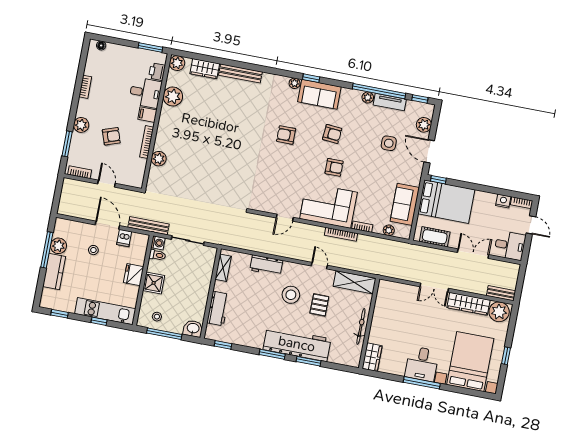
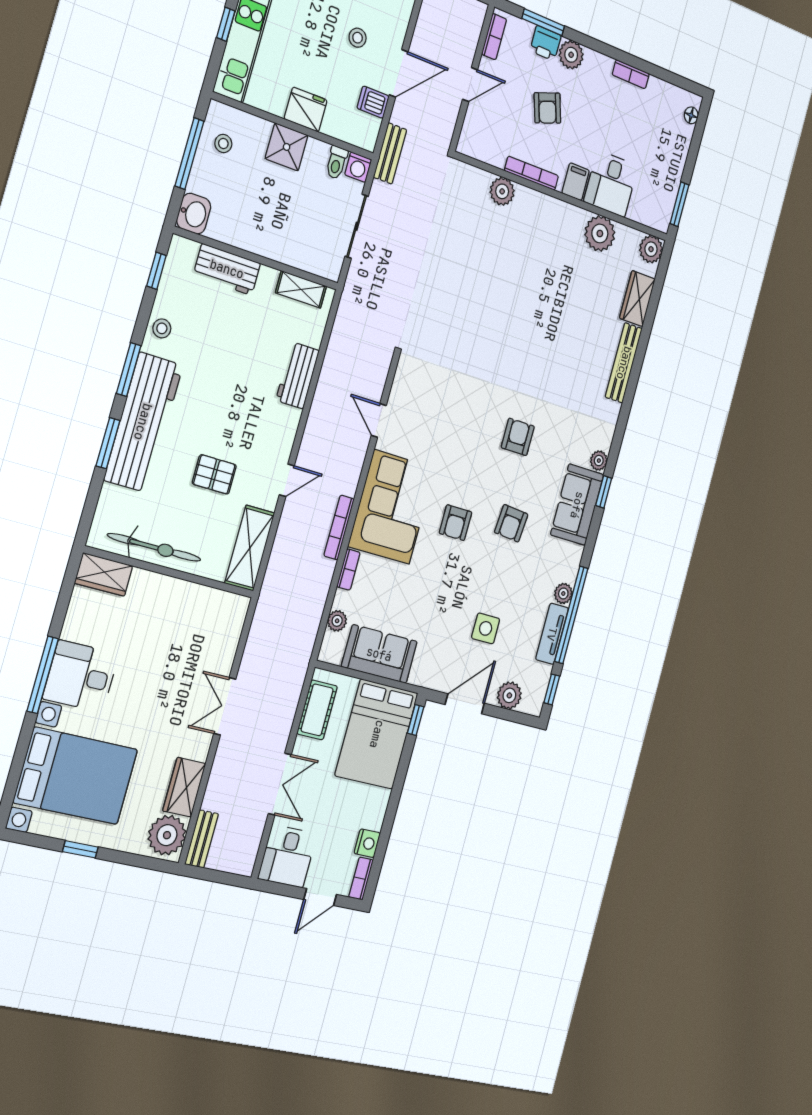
printer: (157, 72) -> (546, 43), moved, turned 180
bench: (148, 226) -> (390, 153), width x0.73
stool: (291, 295) -> (162, 328), moved, width x0.53, depth x0.53
wardrobe: (468, 304) -> (184, 787), width x0.67
bicycle: (361, 326) -> (154, 547), width x1.37, depth x1.40

